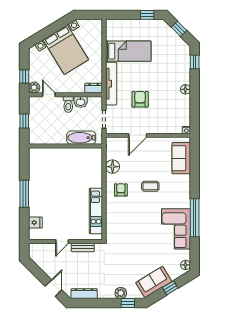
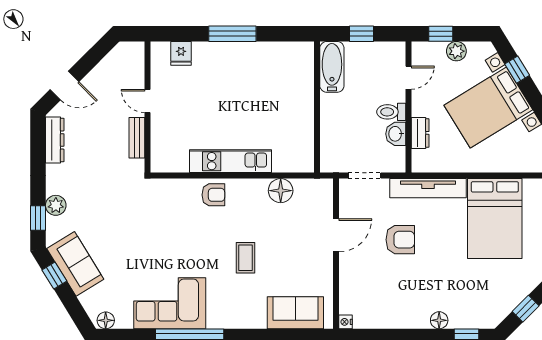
window: (44, 34) -> (517, 70), added
bed: (128, 51) -> (495, 219), width x1.50
plant: (34, 88) -> (456, 51), moved
dresser: (94, 88) -> (420, 133), moved
floor lamp: (185, 89) -> (439, 320), moved
door: (138, 135) -> (336, 235), swing flipped
bathtub: (81, 138) -> (332, 67), moved
armchair: (121, 190) -> (213, 195), moved
kitchen unit: (96, 211) -> (230, 161), moved
window: (170, 288) -> (54, 276), moved

